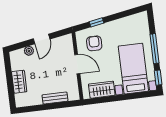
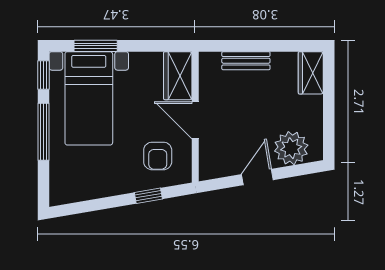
plant: (29, 51) -> (291, 148), width x1.88, depth x1.88
wardrobe: (19, 82) -> (311, 73), moved
wardrobe: (102, 90) -> (178, 76), moved, turned 90
window: (133, 96) -> (96, 46), added

